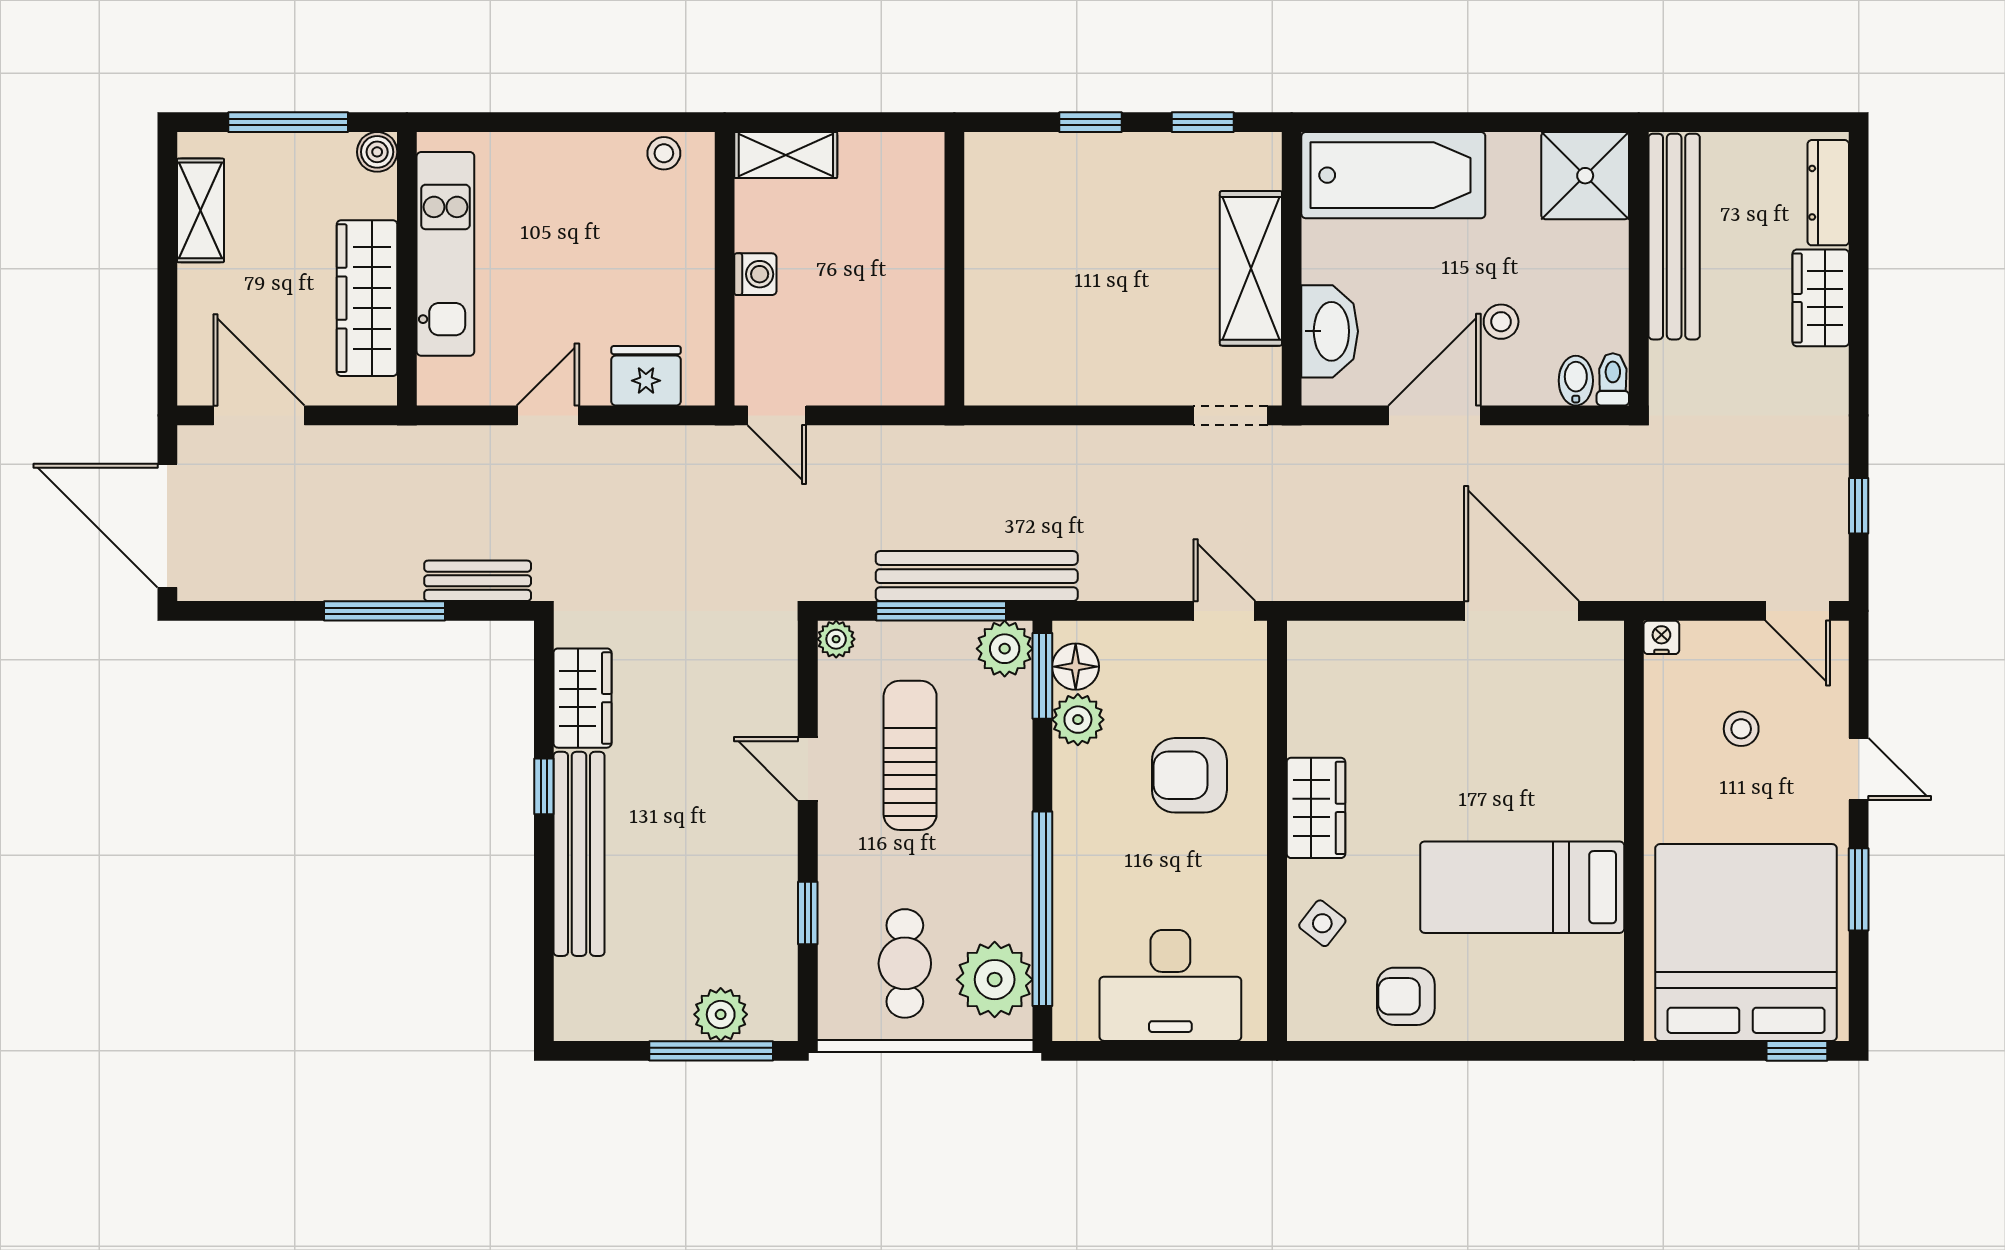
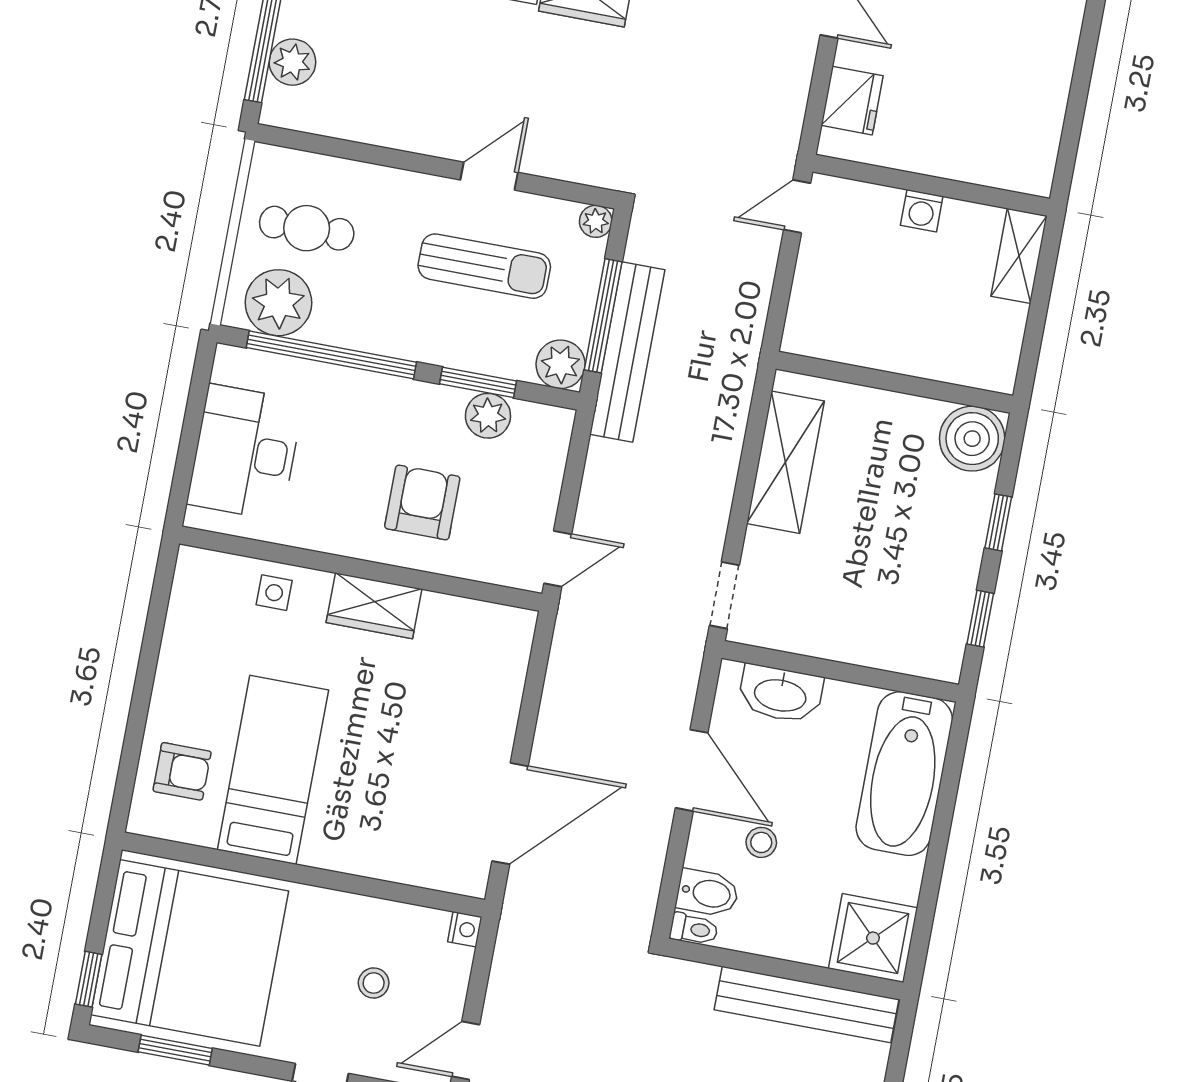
stool: (664, 153) -> (1040, 152), removed
boiler: (1002, 169) -> (972, 439), added
shelving: (1251, 268) -> (785, 462), moved, turned 90
bidet: (1576, 381) -> (707, 893), width x1.38, depth x1.36
floor lamp: (1076, 667) -> (534, 422), removed
window: (1042, 676) -> (478, 382), moved
window: (1859, 889) -> (175, 1050), moved
window: (808, 913) -> (366, 153), removed
side table: (1322, 923) -> (274, 593), turned -38
armchair: (1406, 996) -> (182, 771), moved, turned 90

